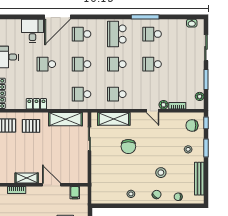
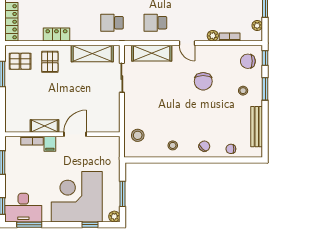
door: (153, 111) -> (187, 43), moved
pallet: (31, 126) -> (50, 62), turned 90
chair: (128, 146) -> (203, 81), moved
stool: (161, 173) -> (138, 135), moved
door: (52, 185) -> (75, 134), hinge flipped
filing cabinet: (75, 193) -> (50, 144), moved

